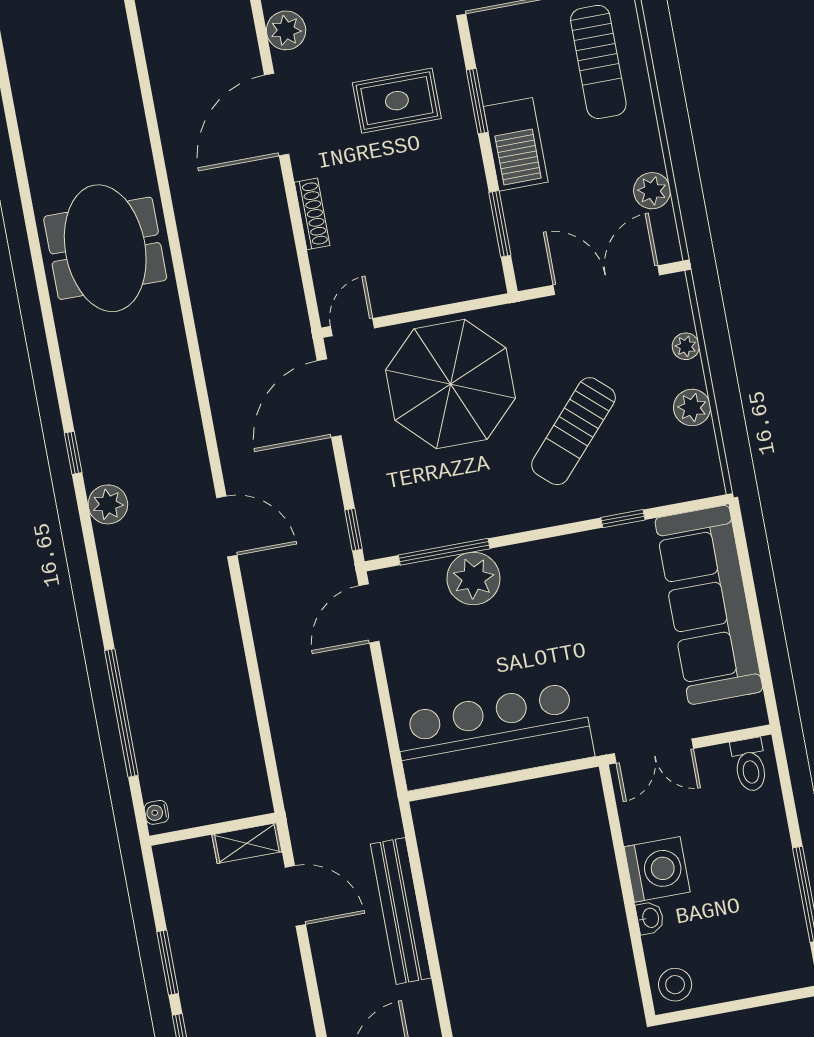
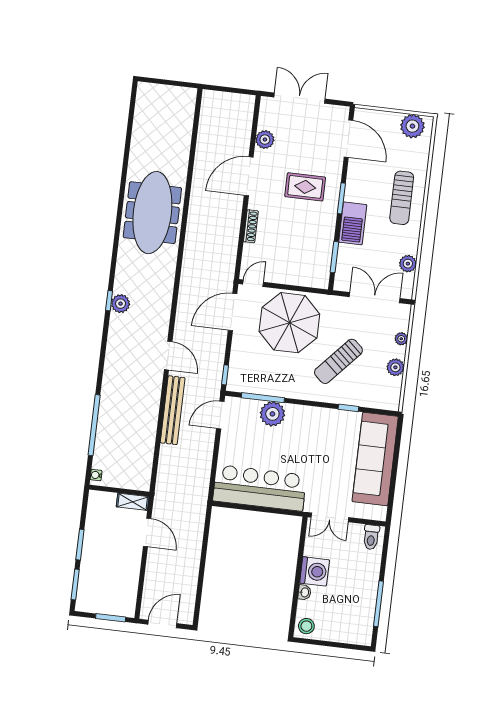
meeting table: (105, 248) -> (152, 213), width x1.36
plant: (108, 504) -> (121, 304), moved
bench: (401, 911) -> (173, 410), moved

